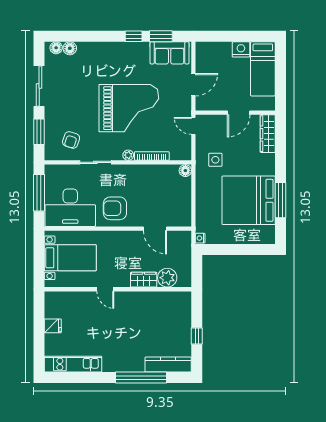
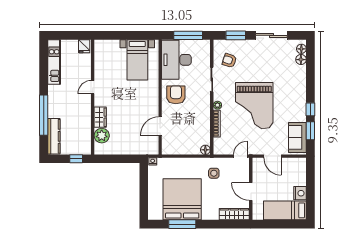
plant: (167, 278) -> (102, 136), moved
wardrobe: (144, 280) -> (100, 117), moved
door: (105, 289) -> (93, 87), moved
wall: (118, 289) -> (93, 97), moved

